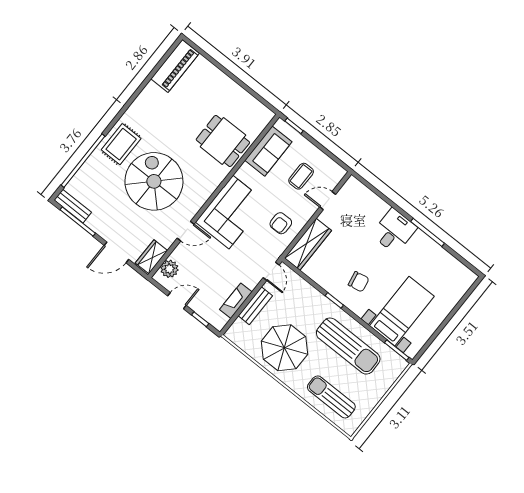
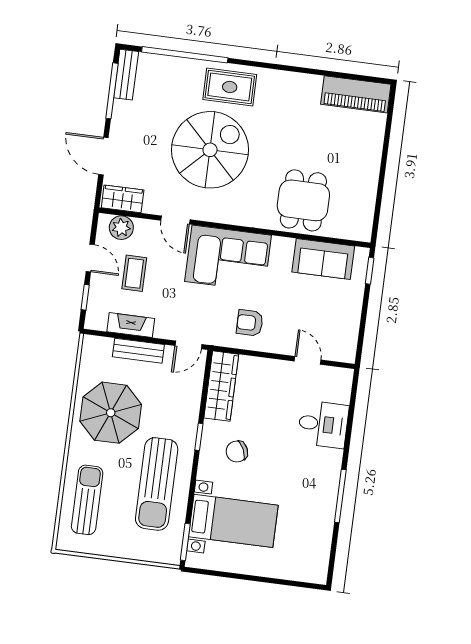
coffee table: (301, 176) -> (134, 273), moved, turned 90
desk: (394, 231) -> (323, 424), moved
wardrobe: (308, 244) -> (221, 386), moved, turned -90
chair: (359, 282) -> (237, 451), turned 76

